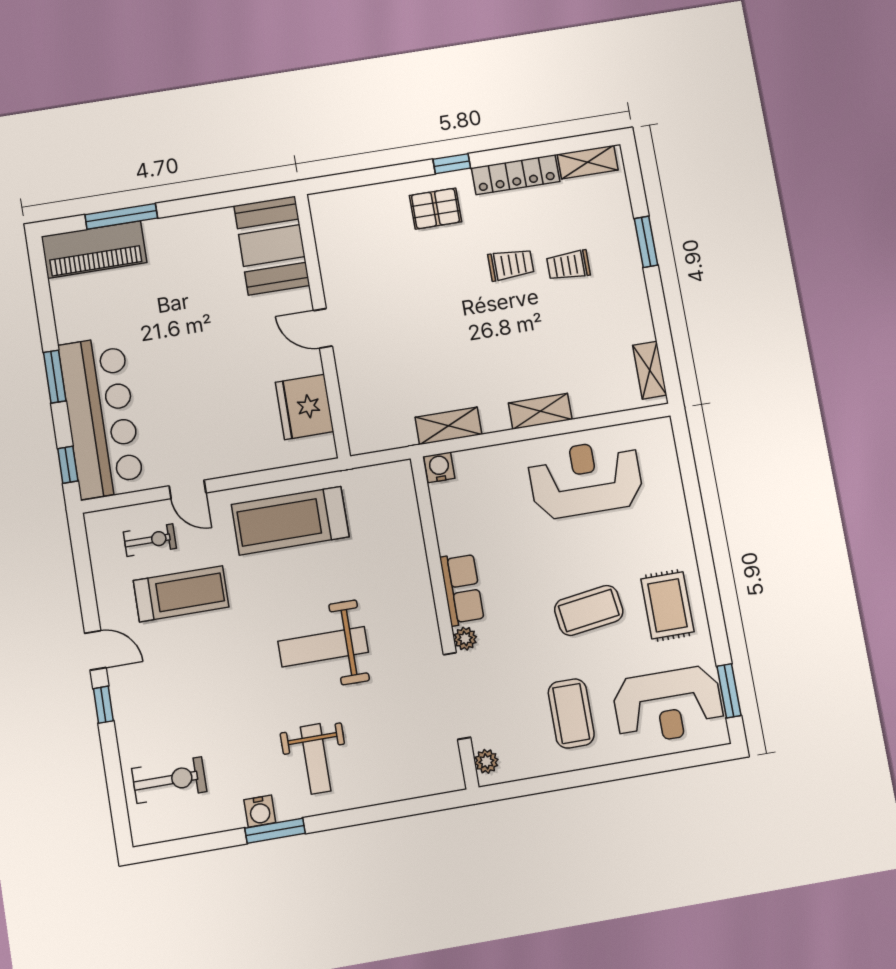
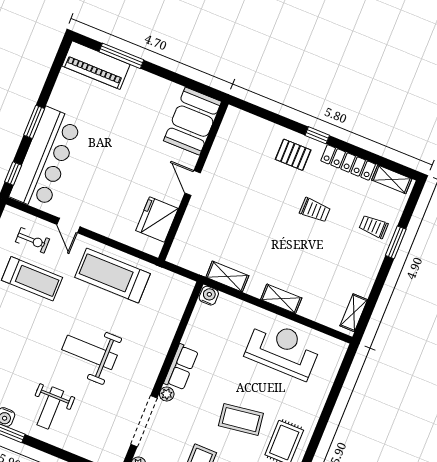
trolley: (568, 265) -> (374, 227), moved

